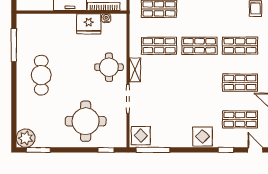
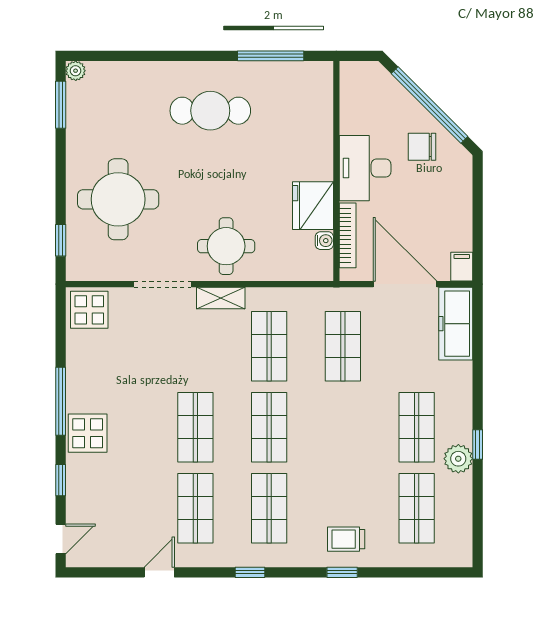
shop shelf: (240, 119) -> (195, 427), moved
plant: (26, 138) -> (76, 71), width x0.53, depth x0.53
window: (153, 150) -> (61, 401), moved

